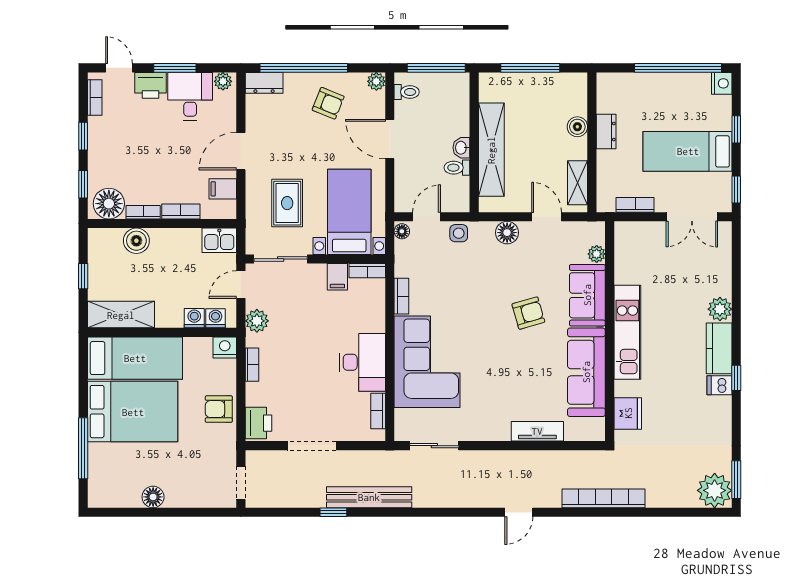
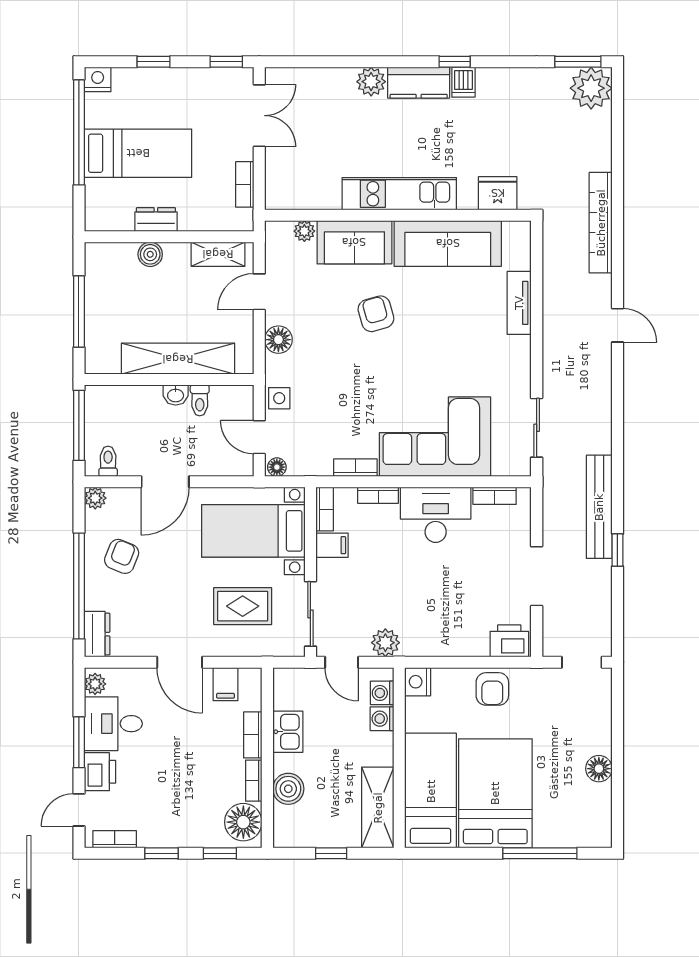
bed: (688, 151) -> (138, 153), moved, turned -90
kitchen sink: (219, 240) -> (288, 732), moved
bookcase: (252, 365) -> (378, 495), moved, turned 180

